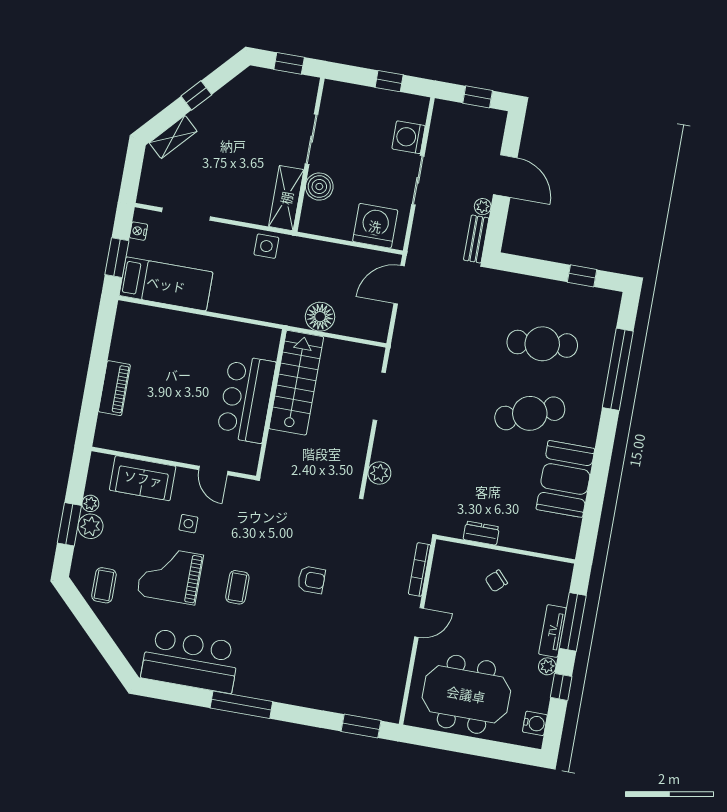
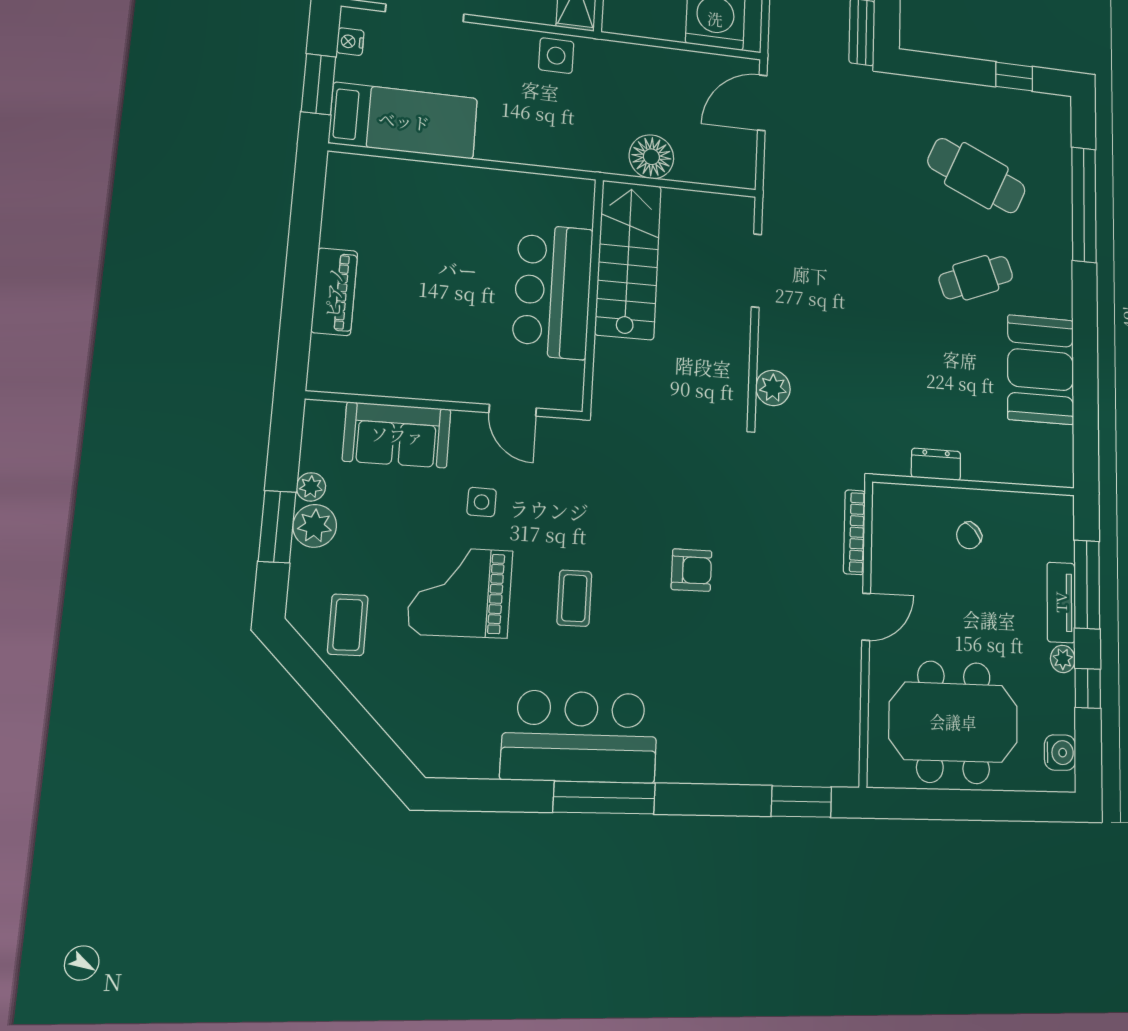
cafe table: (542, 344) -> (976, 176), turned 30
cafe table: (530, 413) -> (976, 278), width x0.73, depth x0.74
bar counter: (190, 661) -> (580, 737), moved

